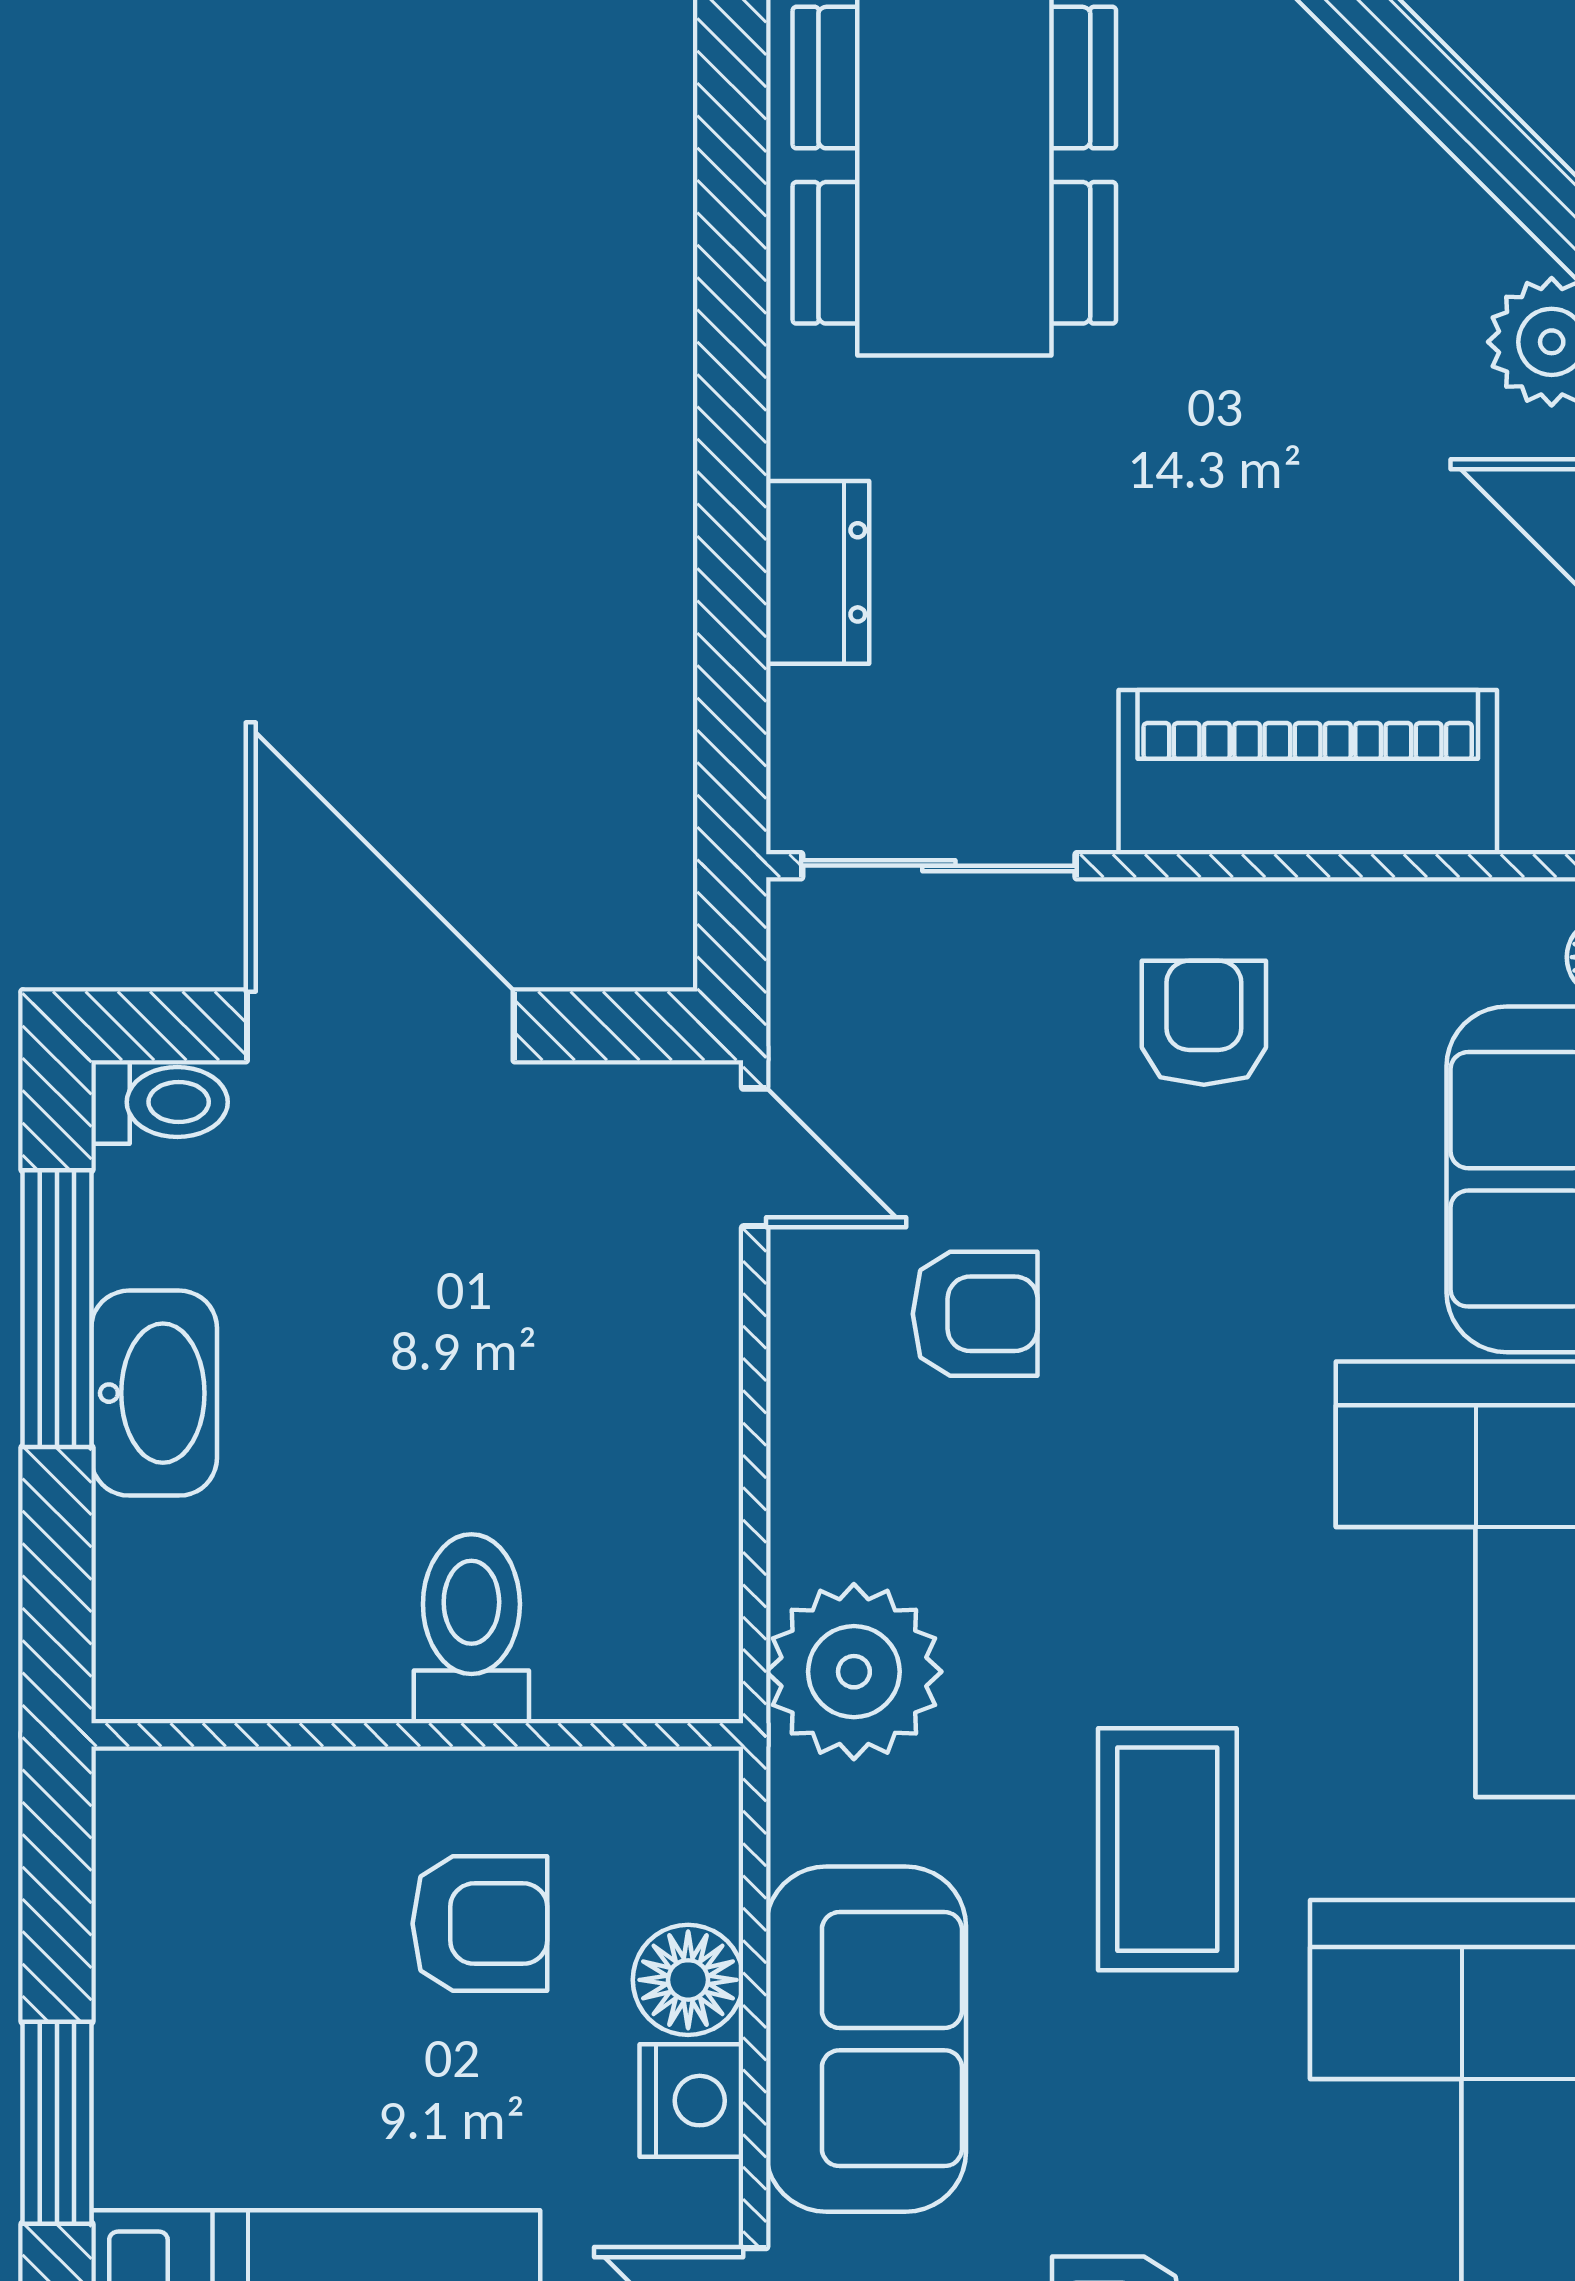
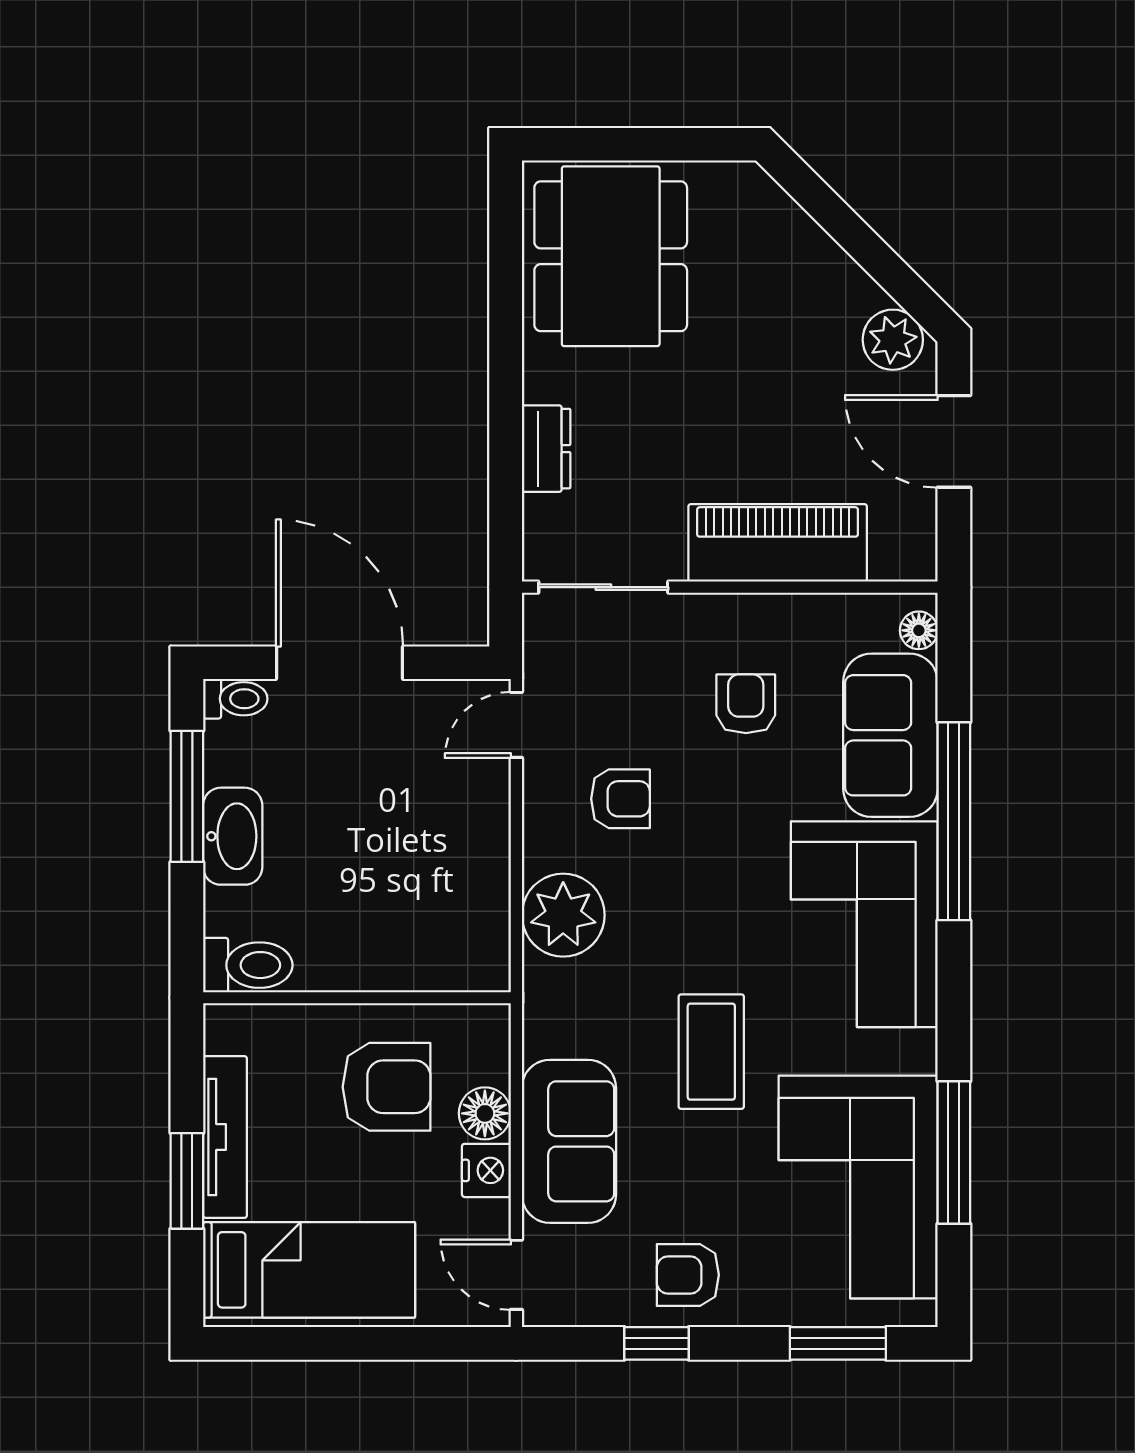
armchair: (1204, 1023) -> (746, 704), moved
door: (755, 1157) -> (516, 725), swing flipped
toilet: (471, 1629) -> (248, 965), moved, turned 90
plant: (854, 1672) -> (563, 915), moved
armchair: (480, 1924) -> (387, 1087), width x1.38, depth x1.38
tv unit: (138, 2030) -> (225, 1137), added

